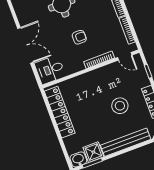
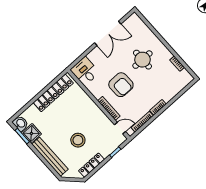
armchair: (79, 37) -> (121, 85), width x1.88, depth x1.88
double door: (25, 45) -> (108, 33), moved
door: (125, 56) -> (120, 128), swing flipped

